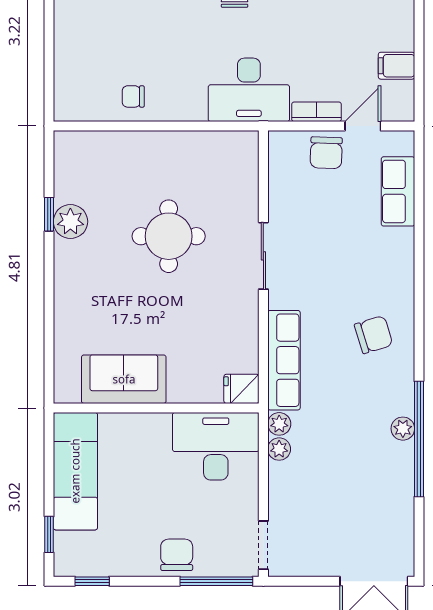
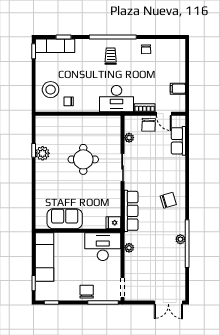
stool: (90, 68) -> (51, 90), added
door: (363, 126) -> (164, 114), swing flipped
plant: (279, 424) -> (129, 138), moved

